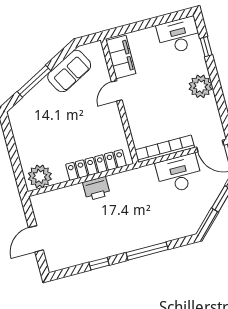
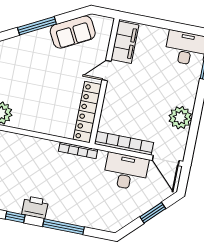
plant: (200, 86) -> (180, 118), moved
locker: (96, 165) -> (87, 112), moved, turned -90
bookcase: (126, 176) -> (78, 150), added
printer: (96, 189) -> (35, 207), moved, turned 180

